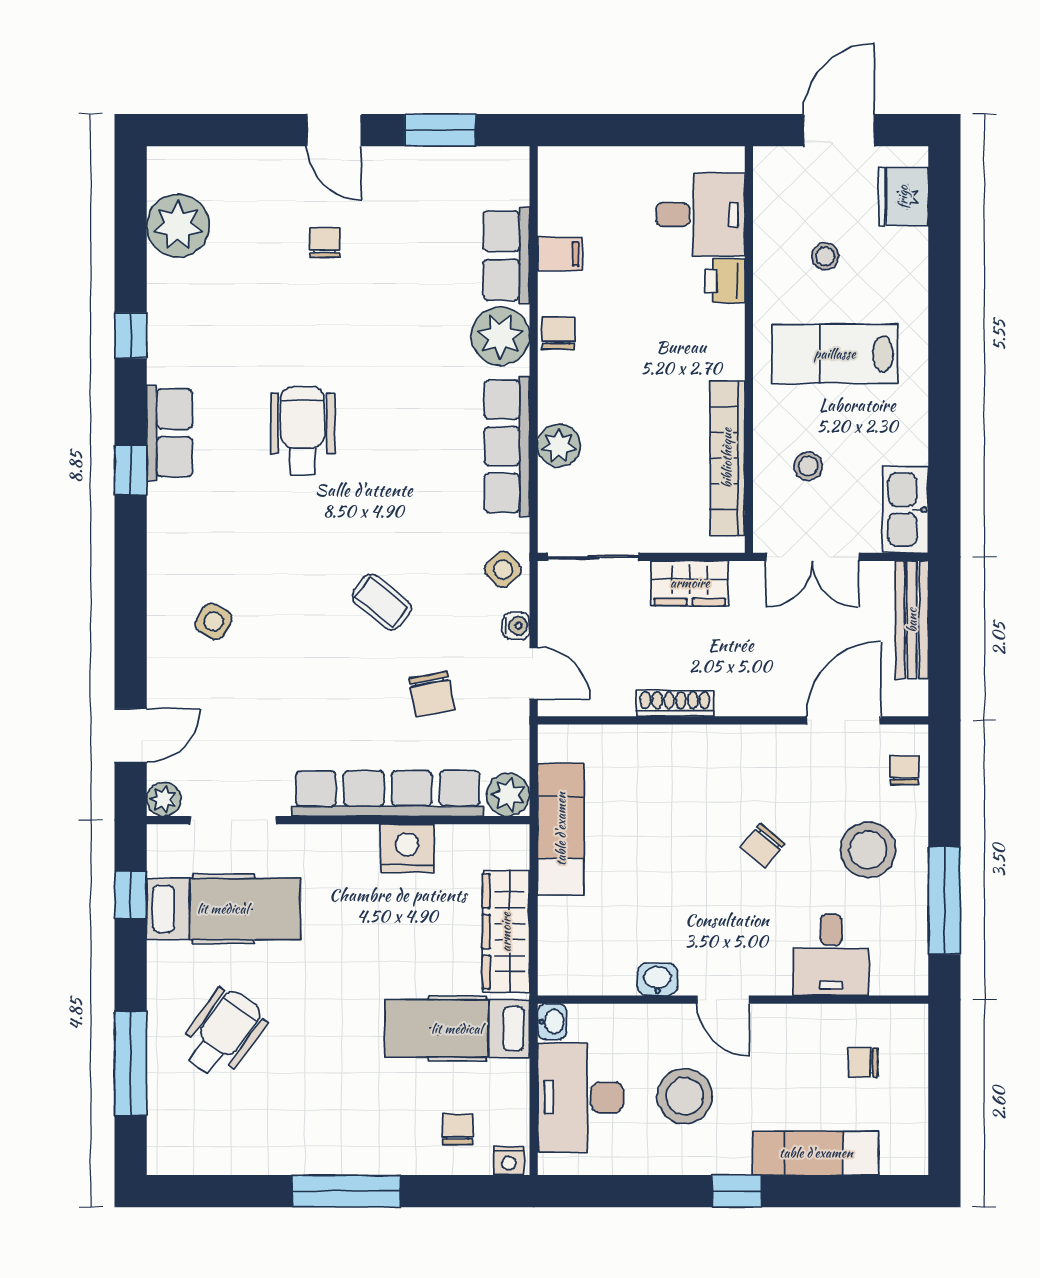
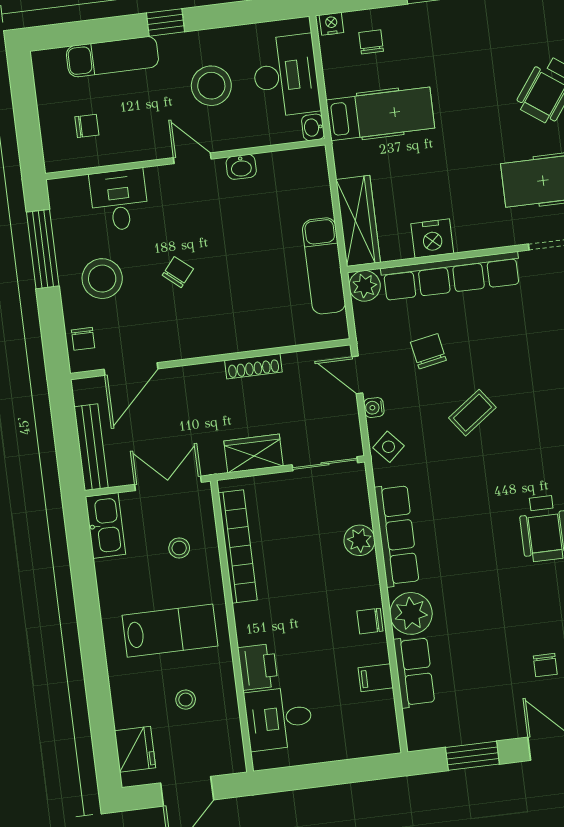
printer: (725, 281) -> (258, 667), width x1.36, depth x1.24
chair: (558, 333) -> (370, 621), turned 90
coffee table: (382, 602) -> (472, 413), turned -75
wardrobe: (506, 932) -> (358, 221), moved
chair: (457, 1129) -> (371, 42), turned 180

